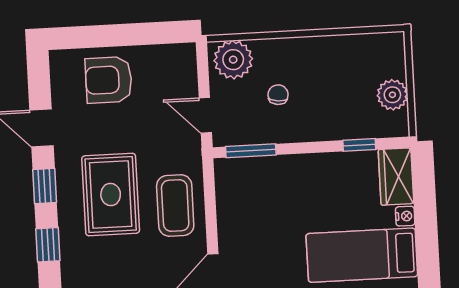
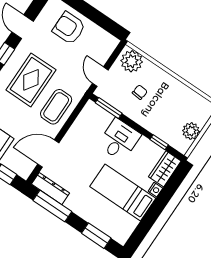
desk: (300, 184) -> (119, 140), added

